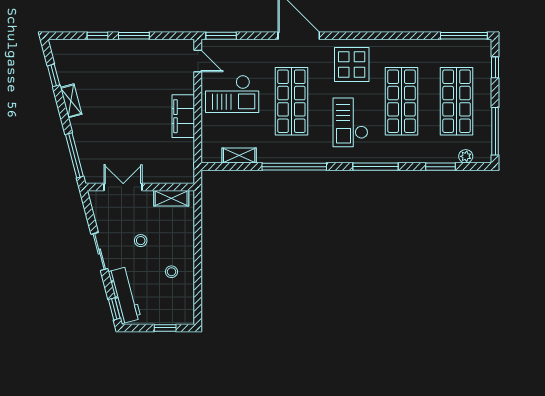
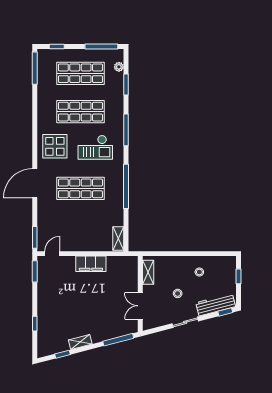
window: (134, 36) -> (35, 271), moved
checkout: (232, 94) -> (75, 230), removed
shelving: (239, 156) -> (118, 238), moved

